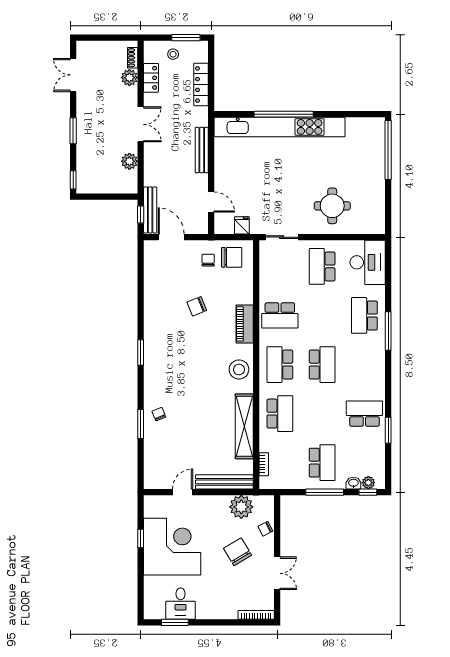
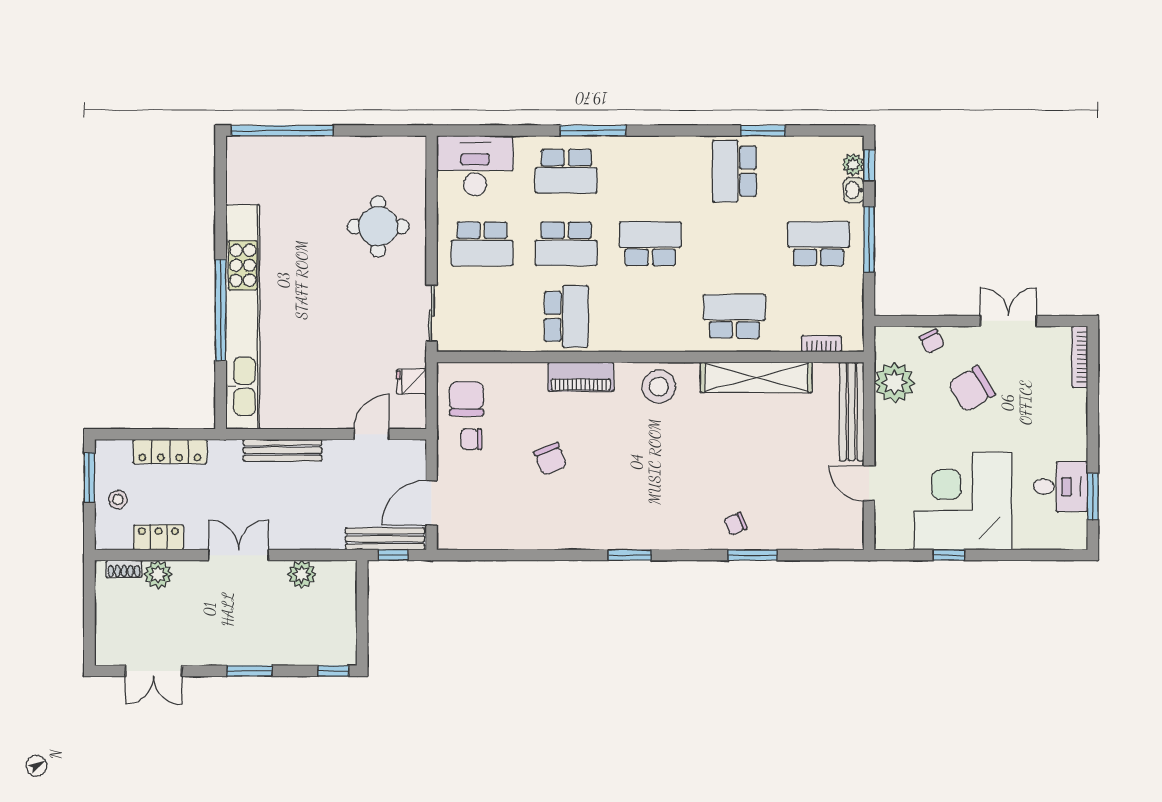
school desk: (280, 365) -> (566, 244), moved

